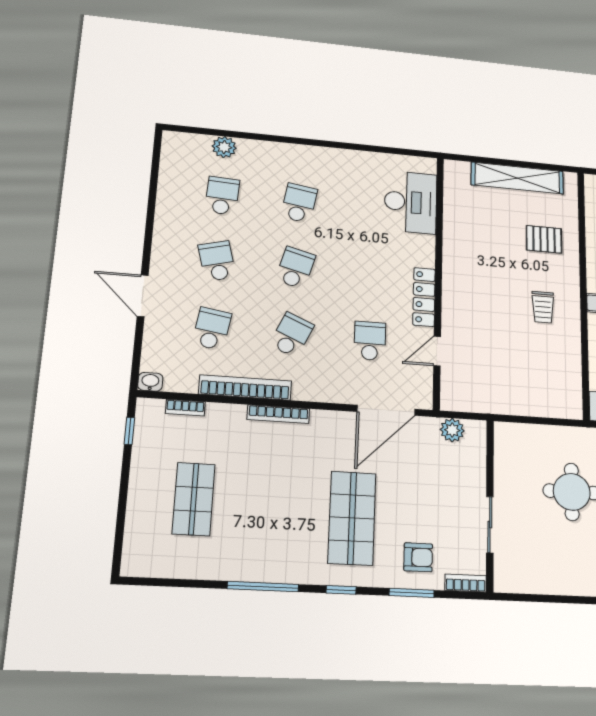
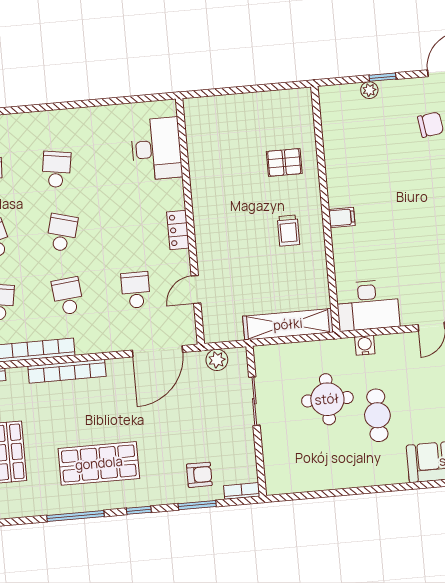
shelving: (517, 178) -> (288, 324), moved
locker: (424, 297) -> (178, 230), width x0.66
school desk: (292, 335) -> (68, 296), turned -30
bookcase: (278, 414) -> (67, 371), width x1.48, depth x1.31
shop shelf: (352, 518) -> (99, 463), moved, turned 90
sliding door: (490, 525) -> (254, 401), moved

